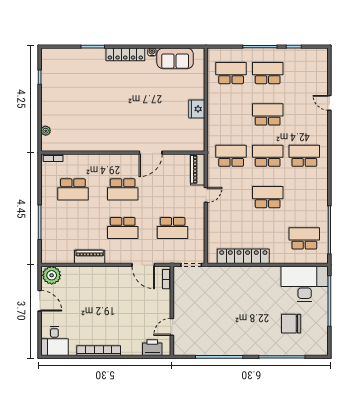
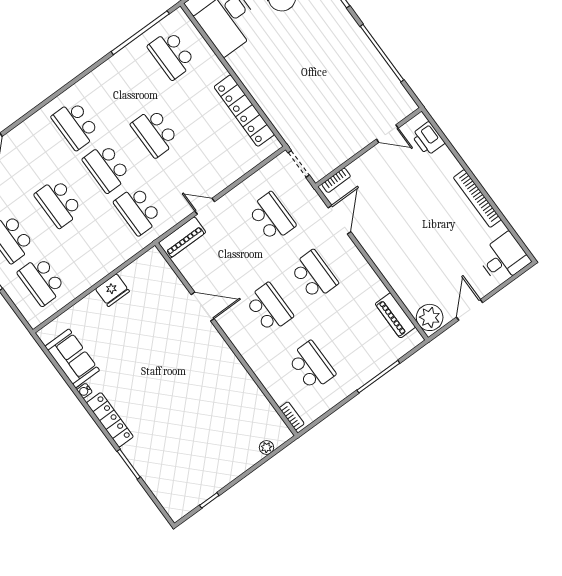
piano: (90, 257) -> (395, 315), moved

